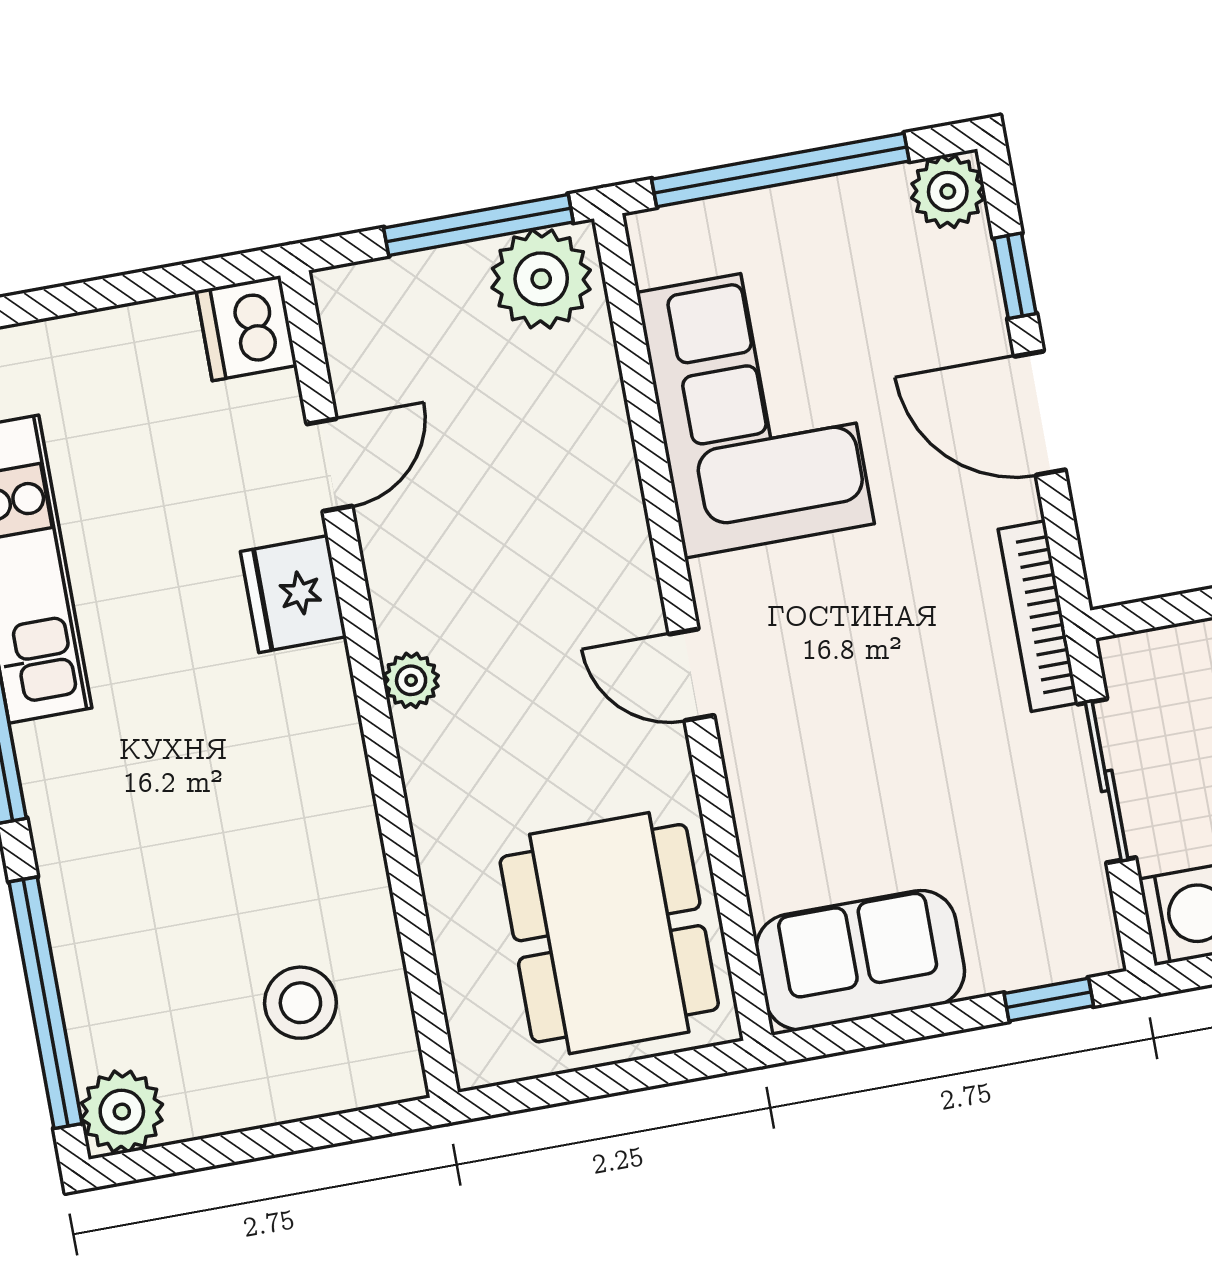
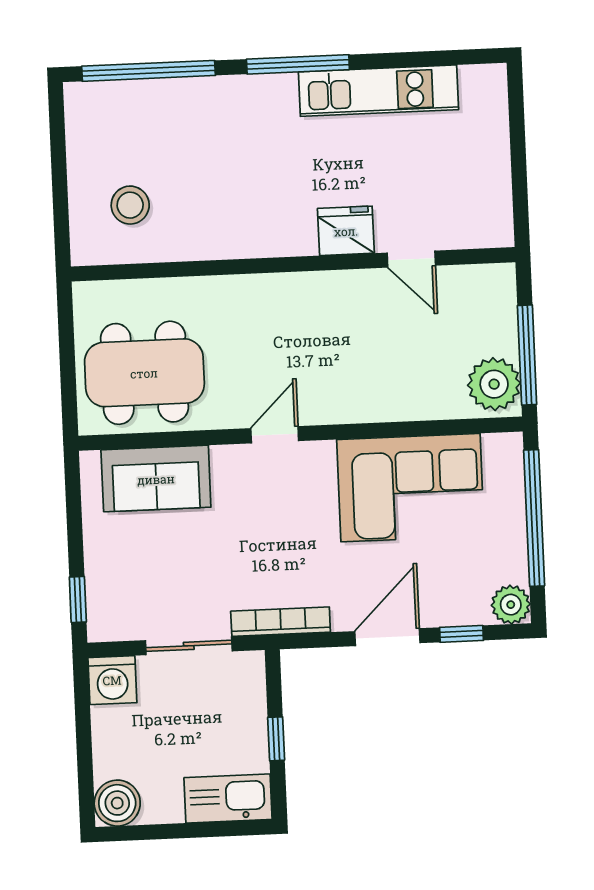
dishwasher: (246, 328) -> (489, 225), removed
plant: (411, 680) -> (292, 287), removed
sofa: (860, 960) -> (156, 479), moved, turned 90
plant: (122, 1112) -> (86, 103), removed

